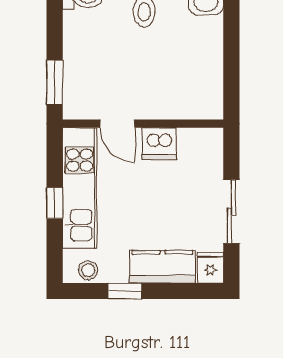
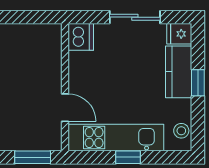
door: (117, 124) -> (65, 108), hinge flipped
dishwasher: (159, 143) -> (81, 37), moved
window: (125, 291) -> (198, 83), moved

